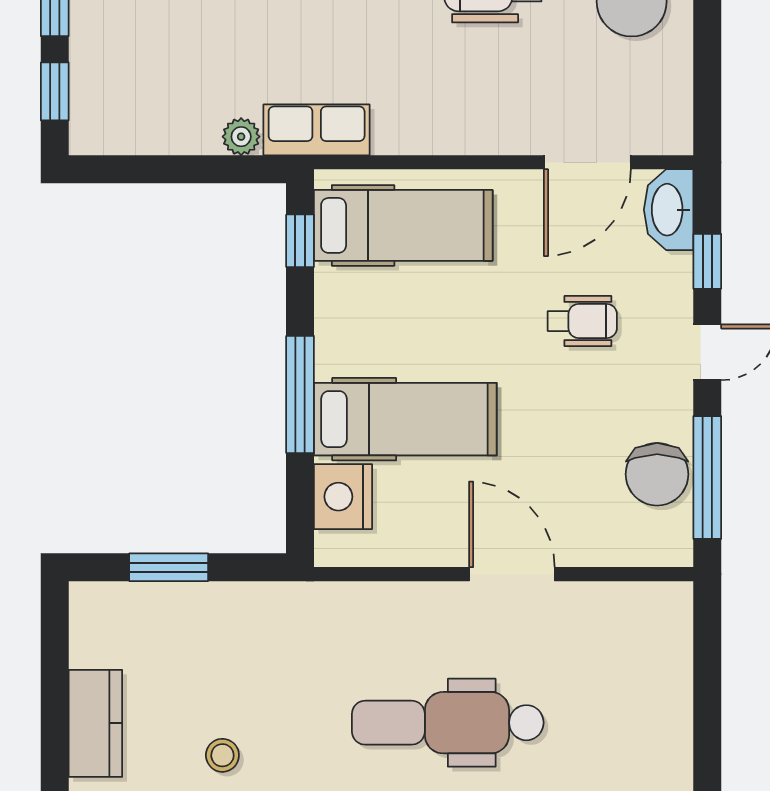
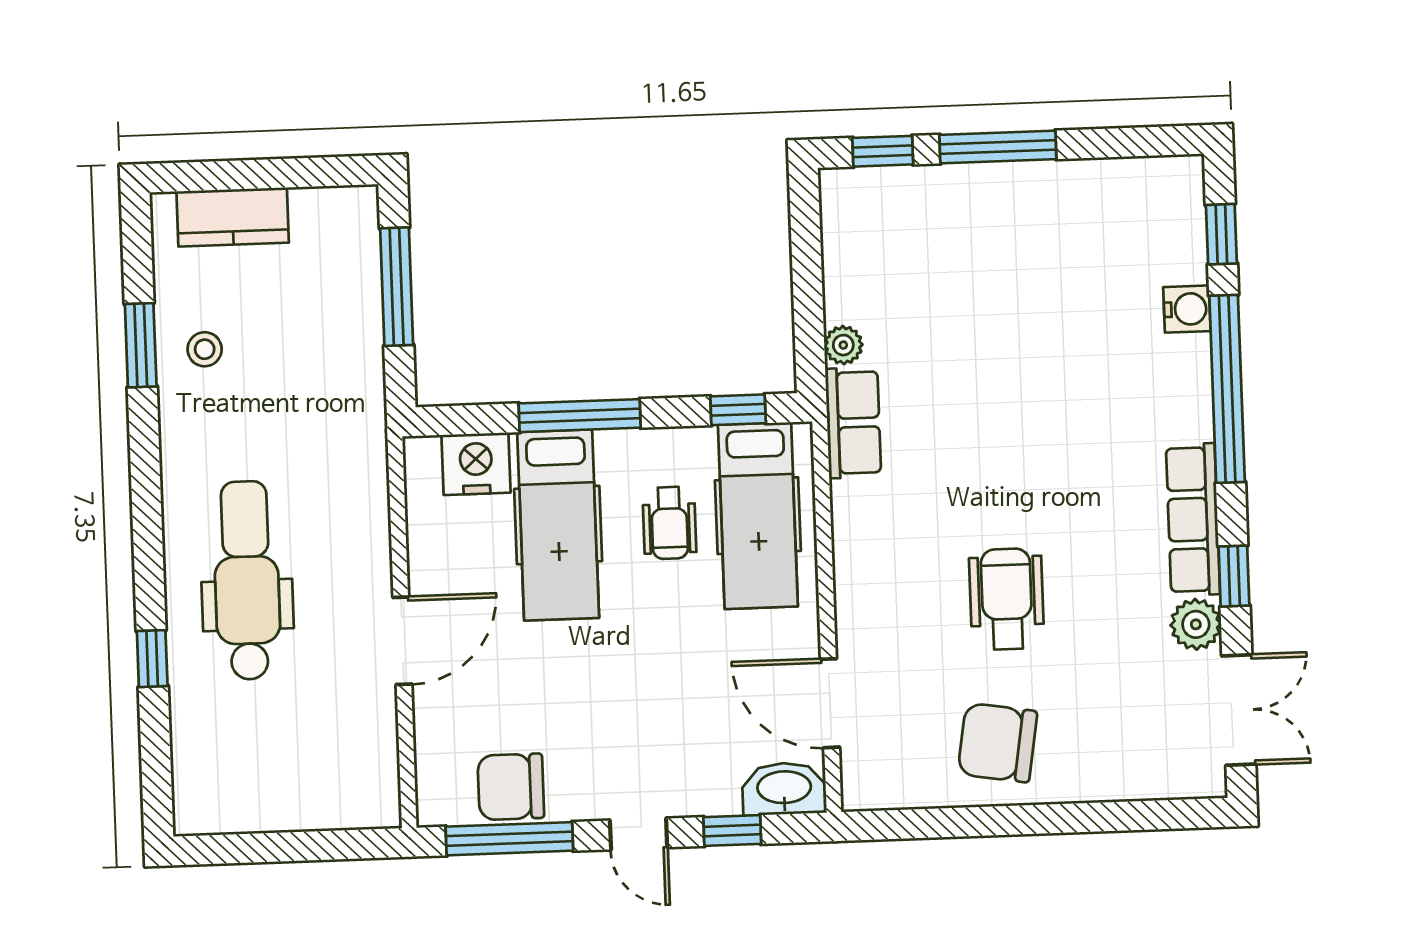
wheelchair: (582, 321) -> (669, 523), moved
window: (169, 567) -> (397, 287), width x1.44

